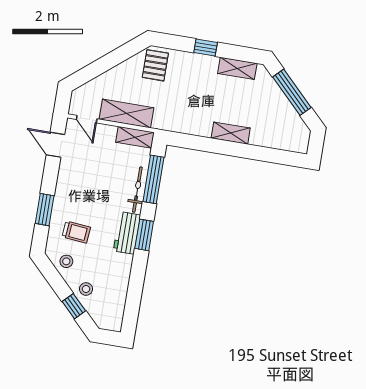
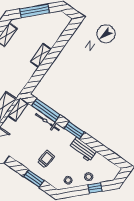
trolley: (76, 232) -> (46, 159), moved
workbench: (127, 233) -> (83, 149), moved

